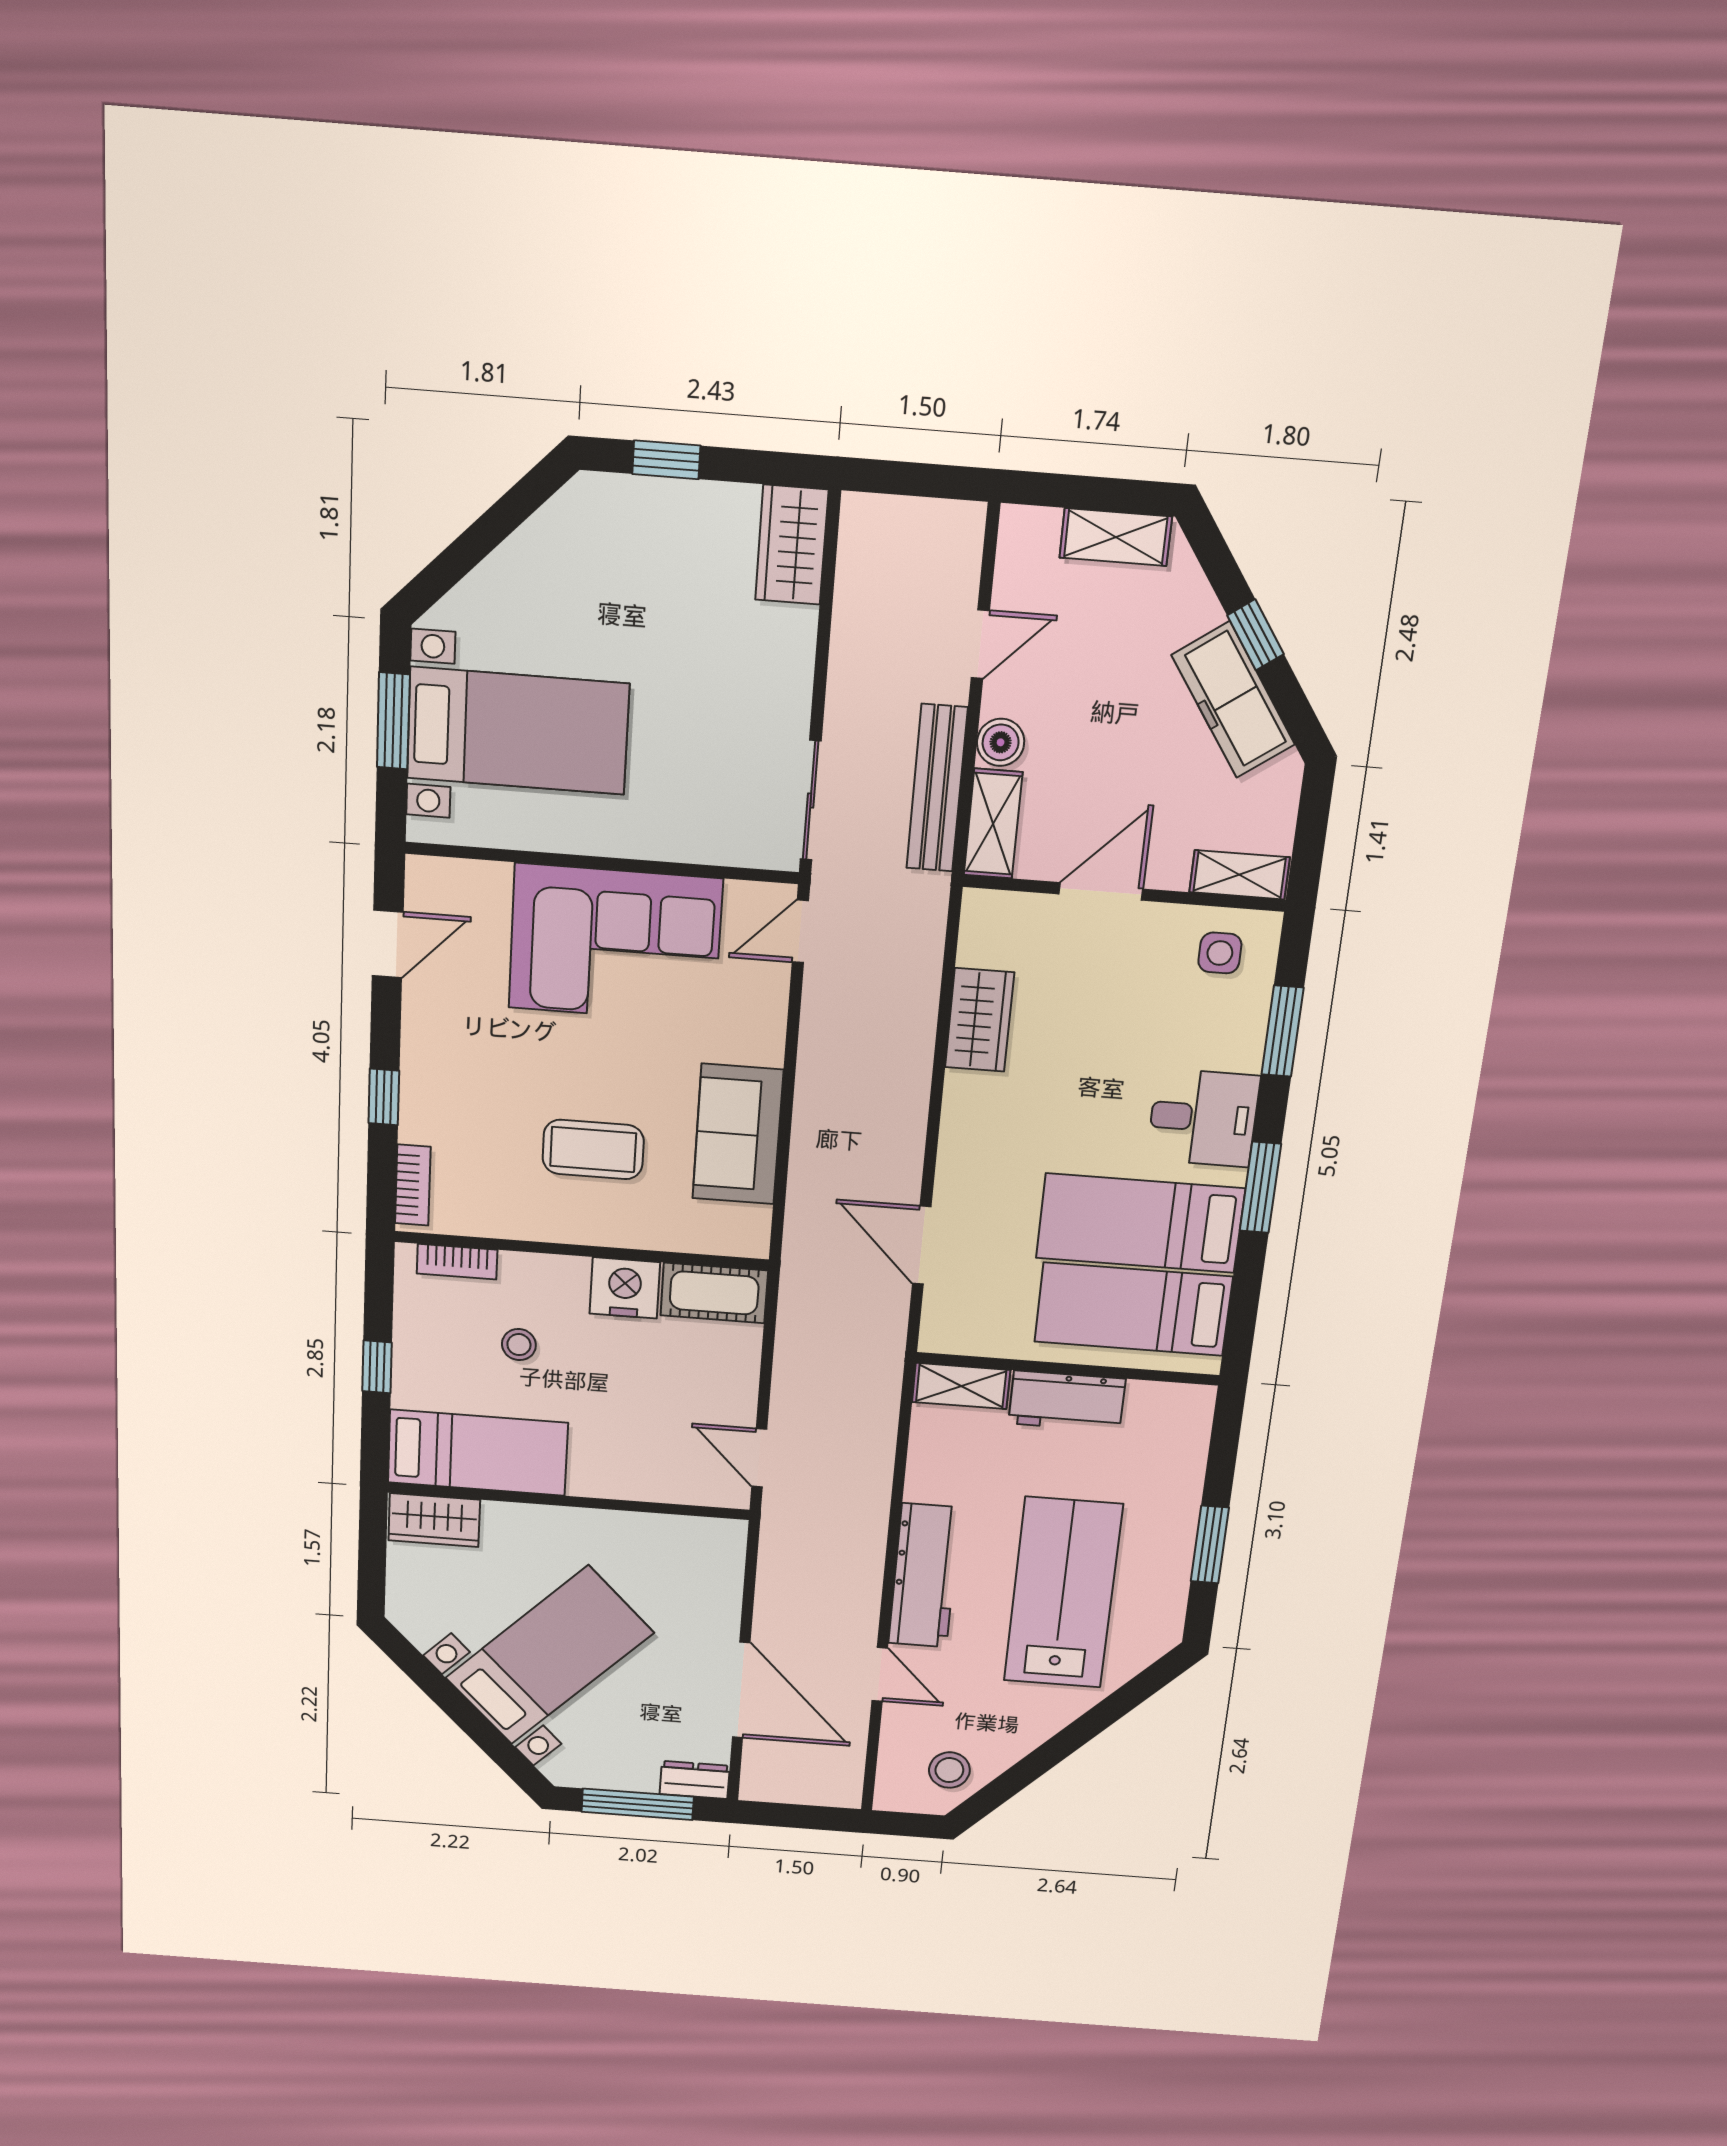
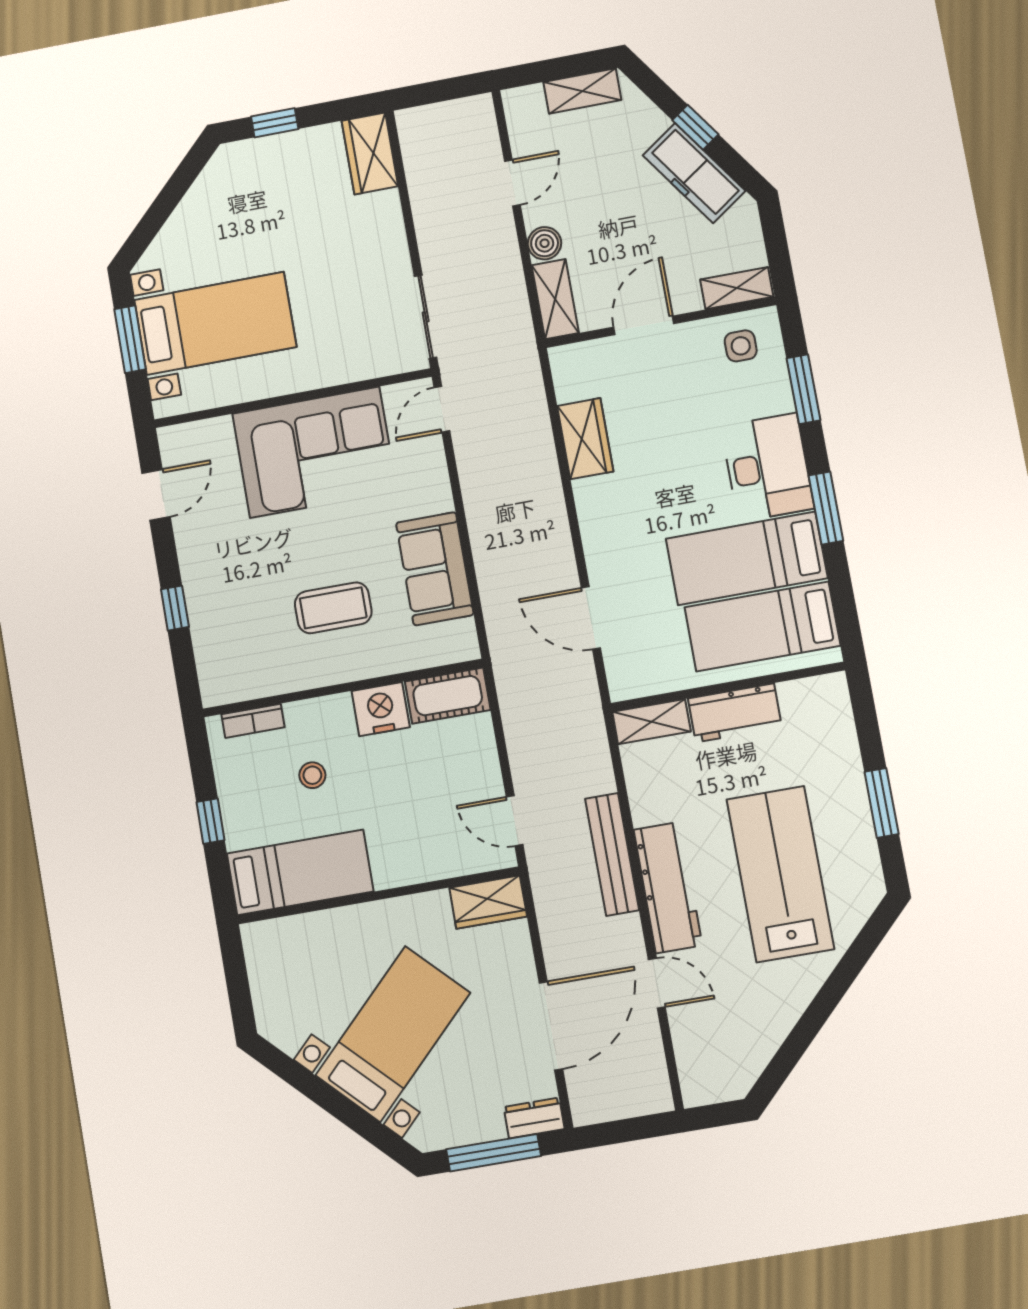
bench: (937, 788) -> (612, 854), moved
desk: (1203, 1118) -> (767, 467), width x1.37
bookcase: (413, 1185) -> (209, 670), removed
wardrobe: (434, 1520) -> (488, 902), moved
door: (741, 1690) -> (551, 1026), hinge flipped
stool: (949, 1770) -> (736, 1056), removed

